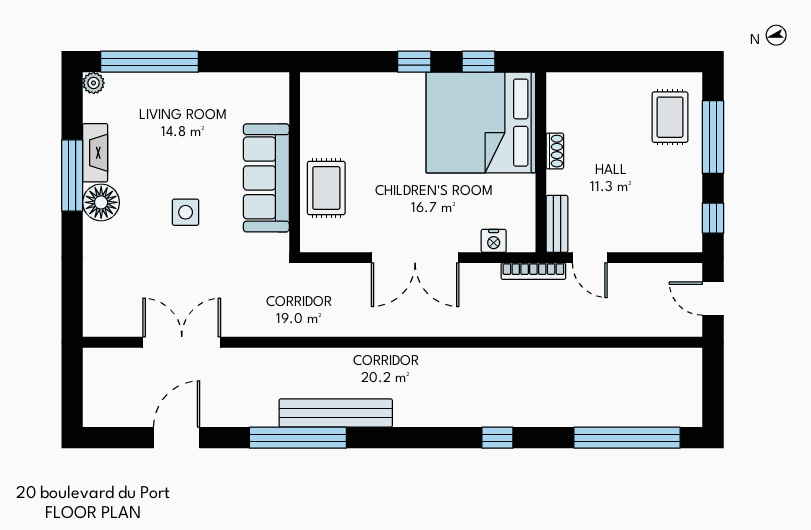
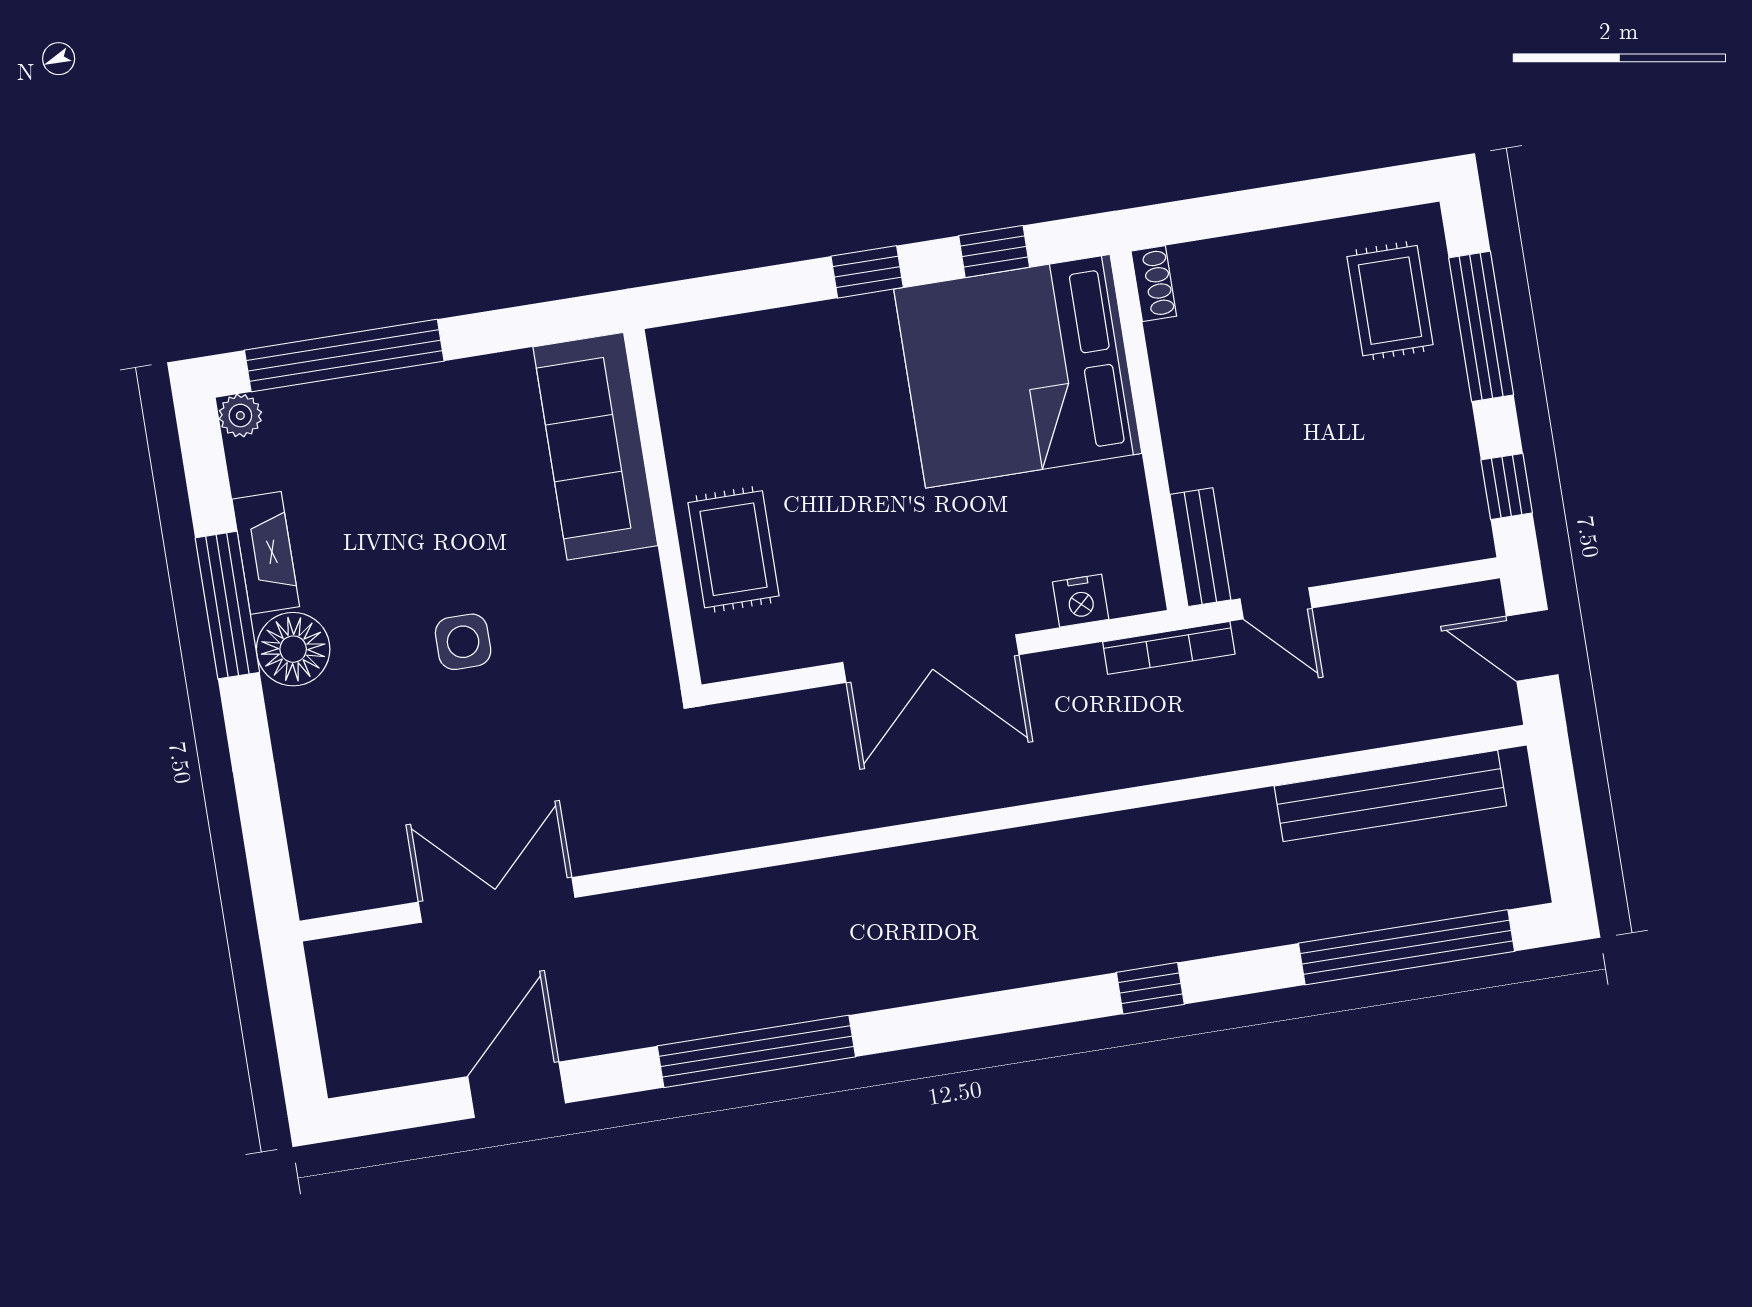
shoe rack: (555, 151) -> (1154, 284), moved
sofa: (266, 178) -> (595, 446), moved
bench: (336, 413) -> (1390, 796), moved

